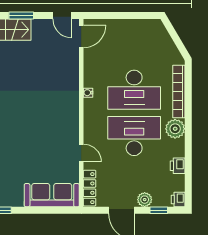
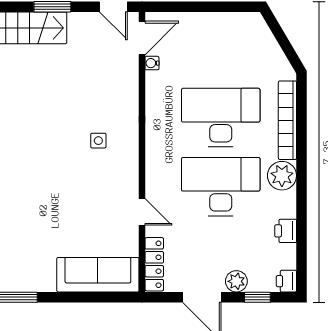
desk: (134, 90) -> (221, 117), turned 180
water cooler: (88, 93) -> (152, 63), moved
side table: (52, 105) -> (98, 141), added

